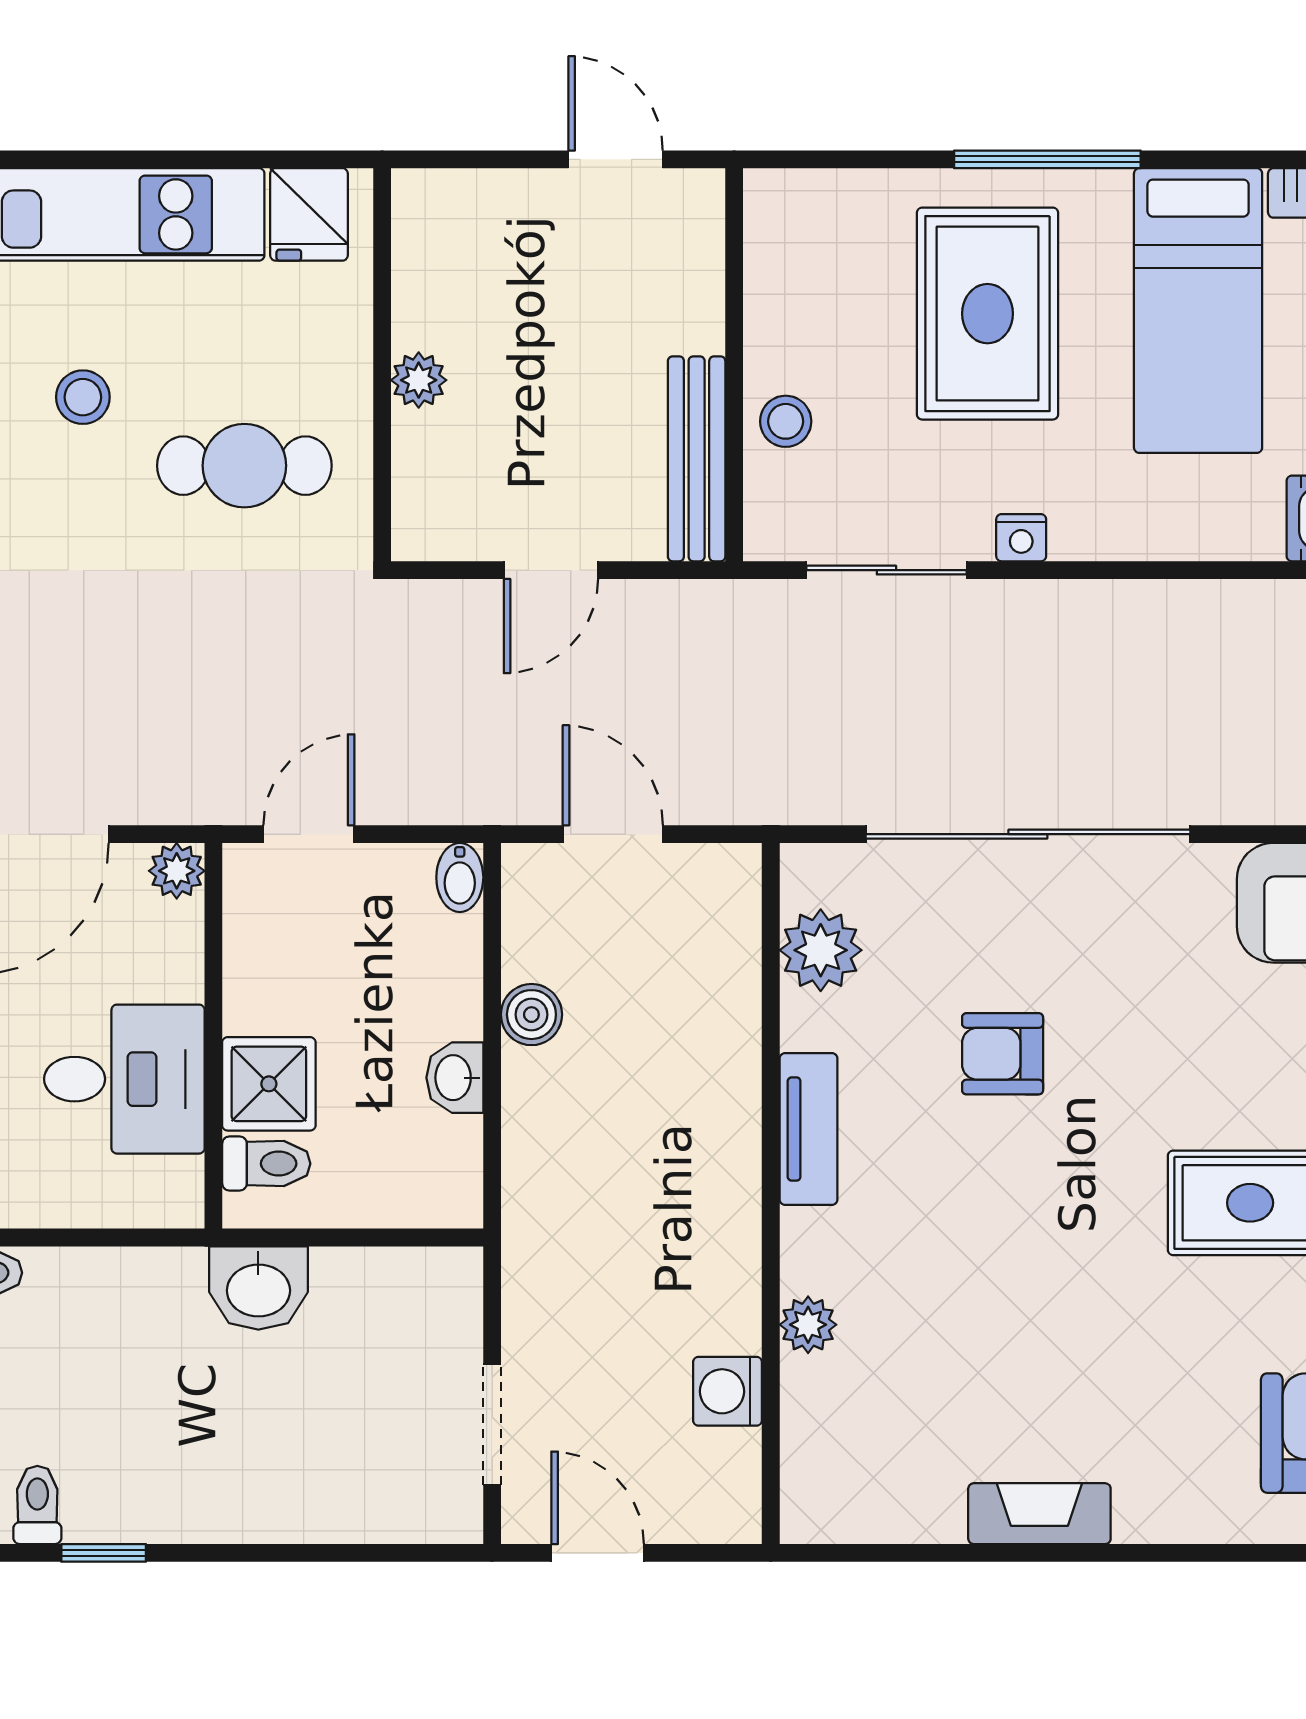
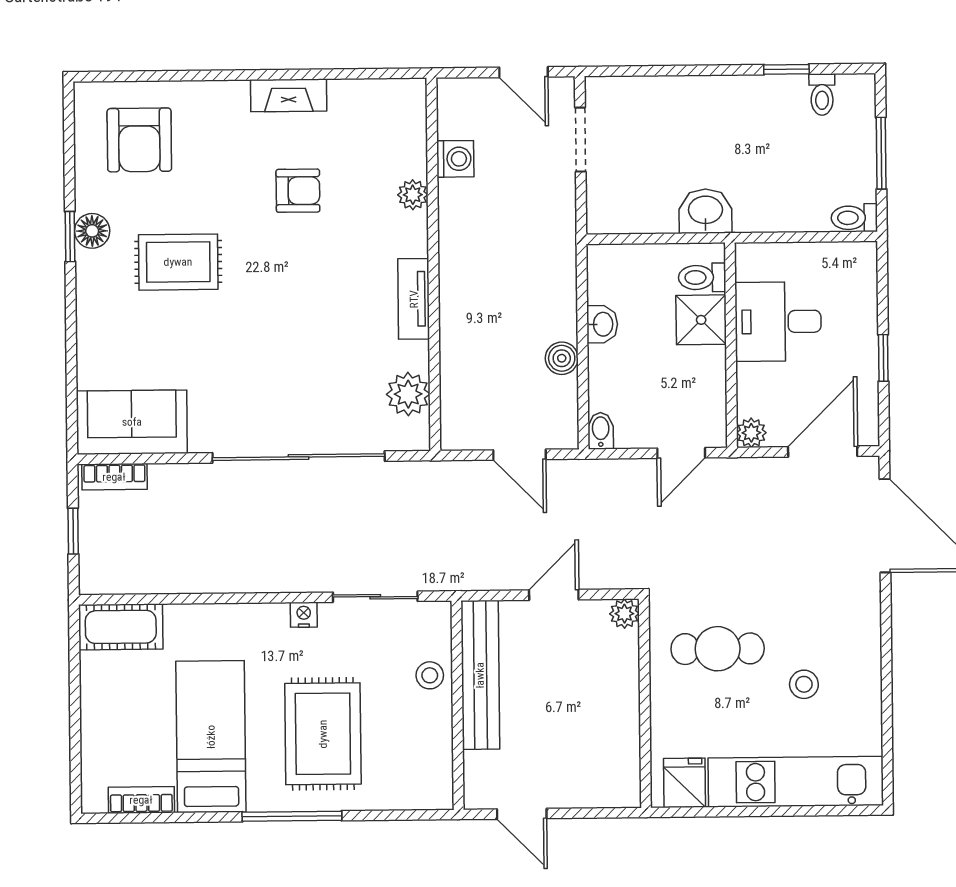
plant: (419, 380) -> (624, 614), moved
bench: (697, 459) -> (480, 675), width x1.37, depth x1.21
armchair: (1003, 1054) -> (298, 191), moved

